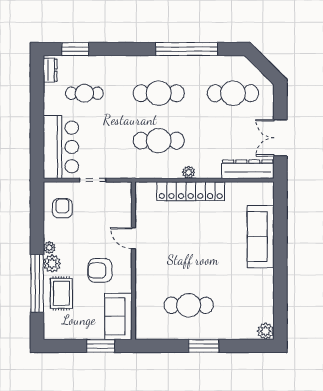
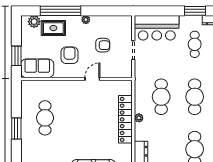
window: (37, 93) -> (195, 11), added
armchair: (62, 208) -> (103, 45), moved
plant: (52, 264) -> (34, 22), moved

